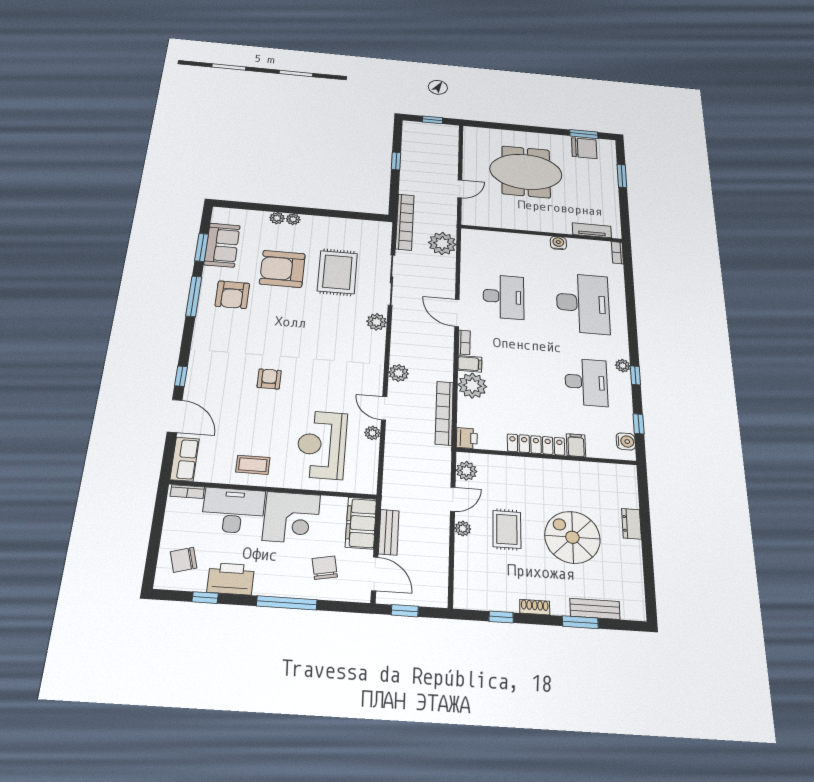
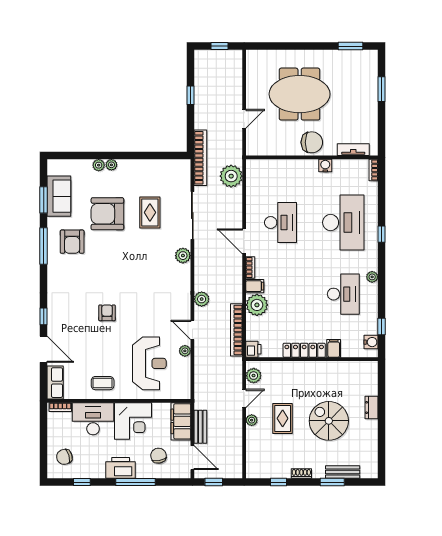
chair: (584, 148) -> (312, 142), moved
rug: (337, 272) -> (150, 212), width x0.73, depth x0.70
window: (635, 375) -> (381, 234), moved
reception desk: (322, 445) -> (149, 363), turned 180
printer: (231, 579) -> (121, 468), moved

